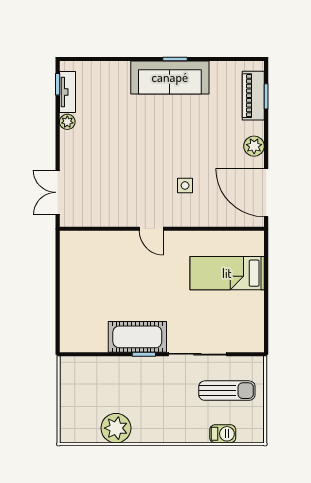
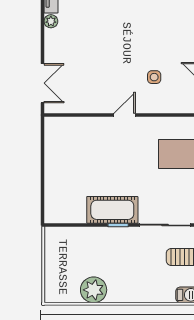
double door: (58, 192) -> (42, 83), swing flipped
door: (151, 229) -> (125, 115), swing flipped

